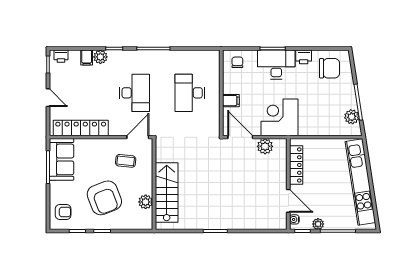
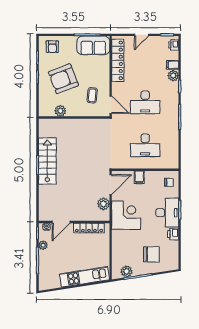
chair: (329, 68) -> (151, 254), moved, turned -90
desk: (190, 93) -> (145, 145), turned 180
kitchen unit: (360, 182) -> (84, 277), width x0.73
stairs: (167, 193) -> (47, 161), moved, turned -90

